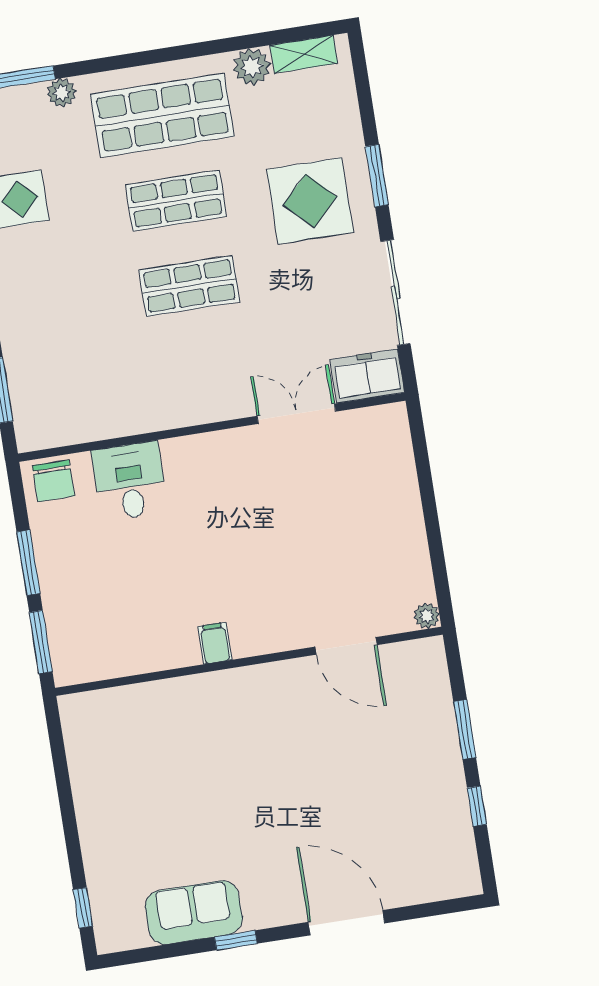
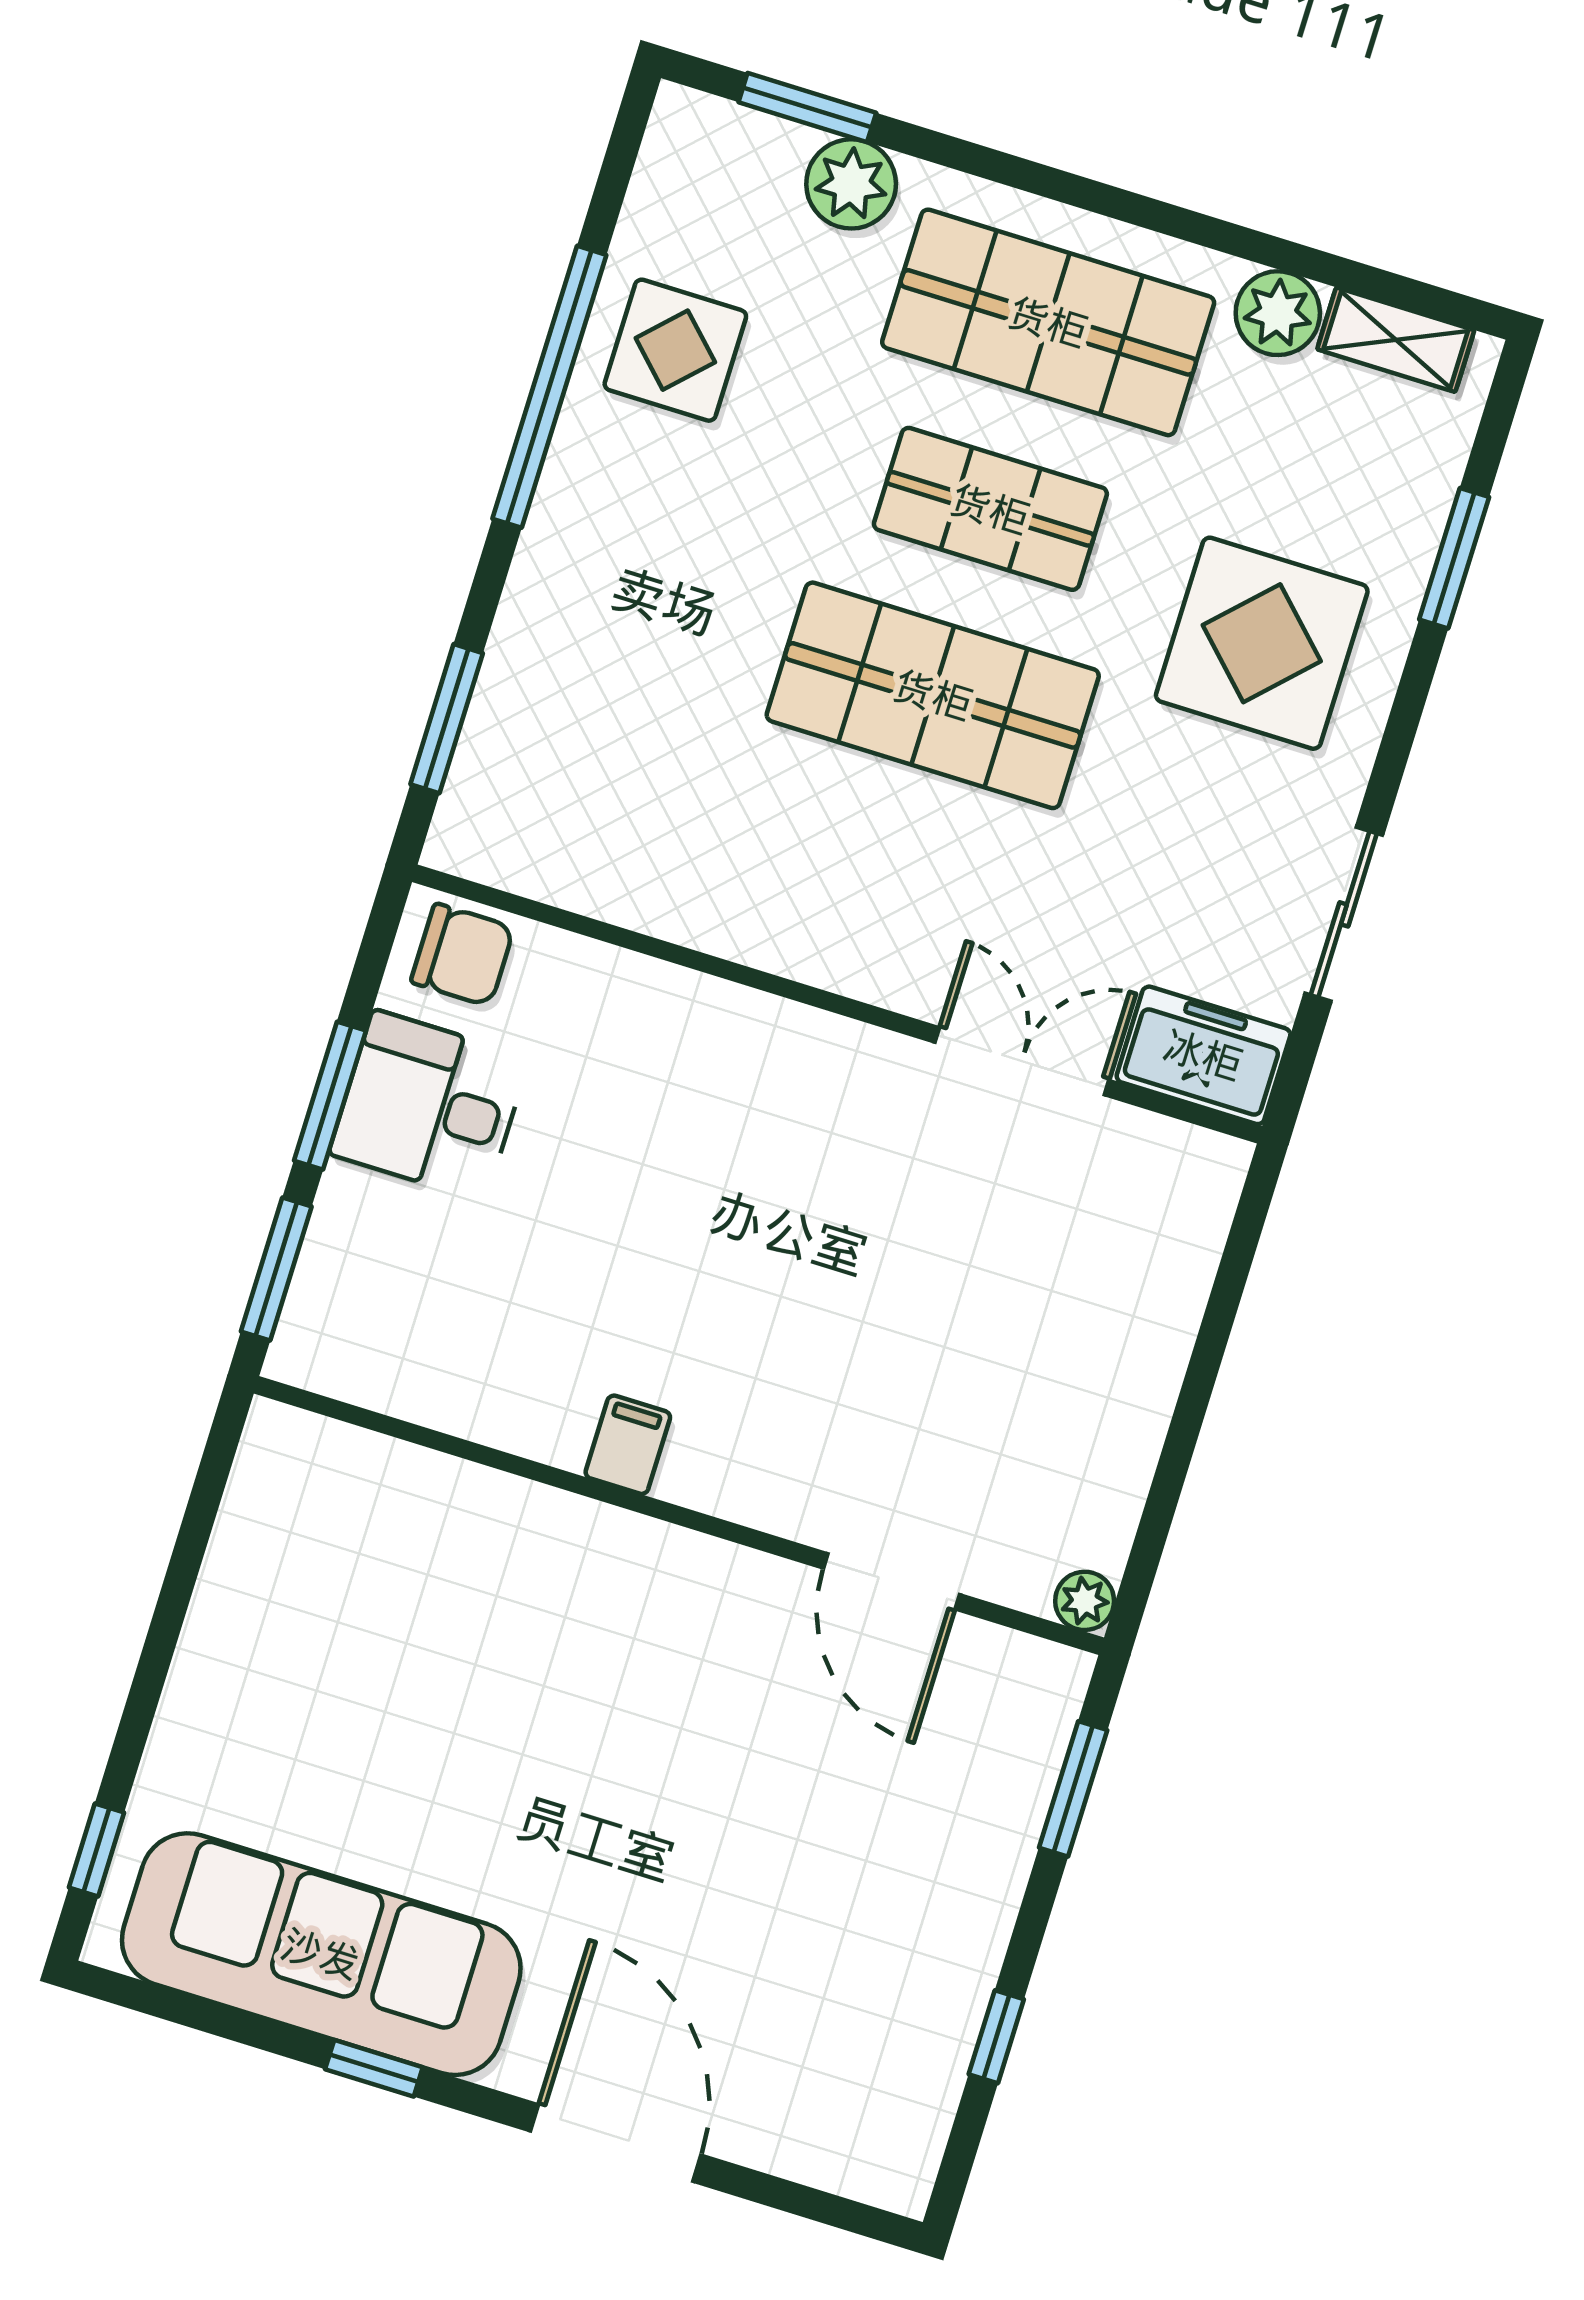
plant: (62, 93) -> (851, 184), width x1.38, depth x1.38
window: (377, 176) -> (1454, 558), moved
shop shelf: (189, 286) -> (933, 695), width x1.43, depth x1.36
sliding door: (395, 293) -> (1344, 914), width x0.73
chair: (53, 481) -> (462, 955), turned -90
desk: (130, 481) -> (429, 1106), moved, turned -90
window: (465, 729) -> (1073, 1789), moved
sofa: (194, 913) -> (321, 1954), width x1.85, depth x1.27

